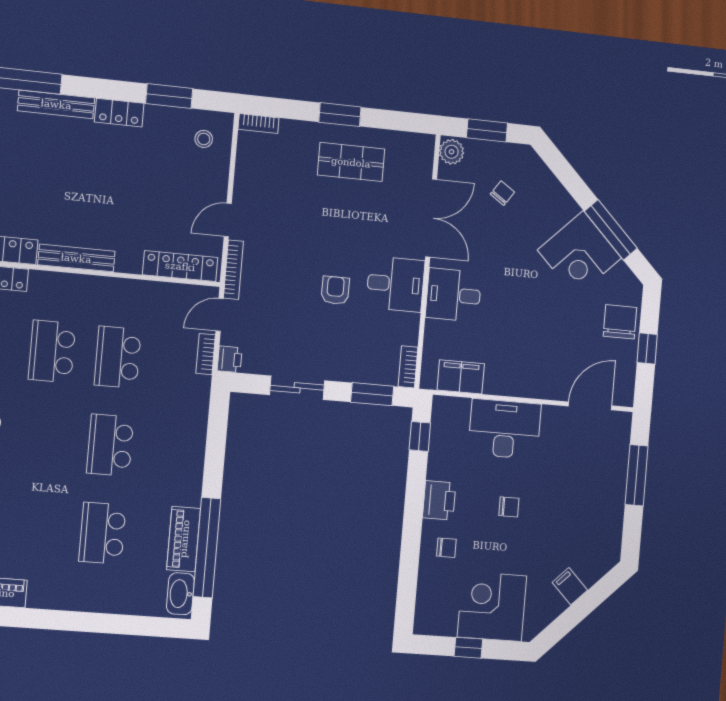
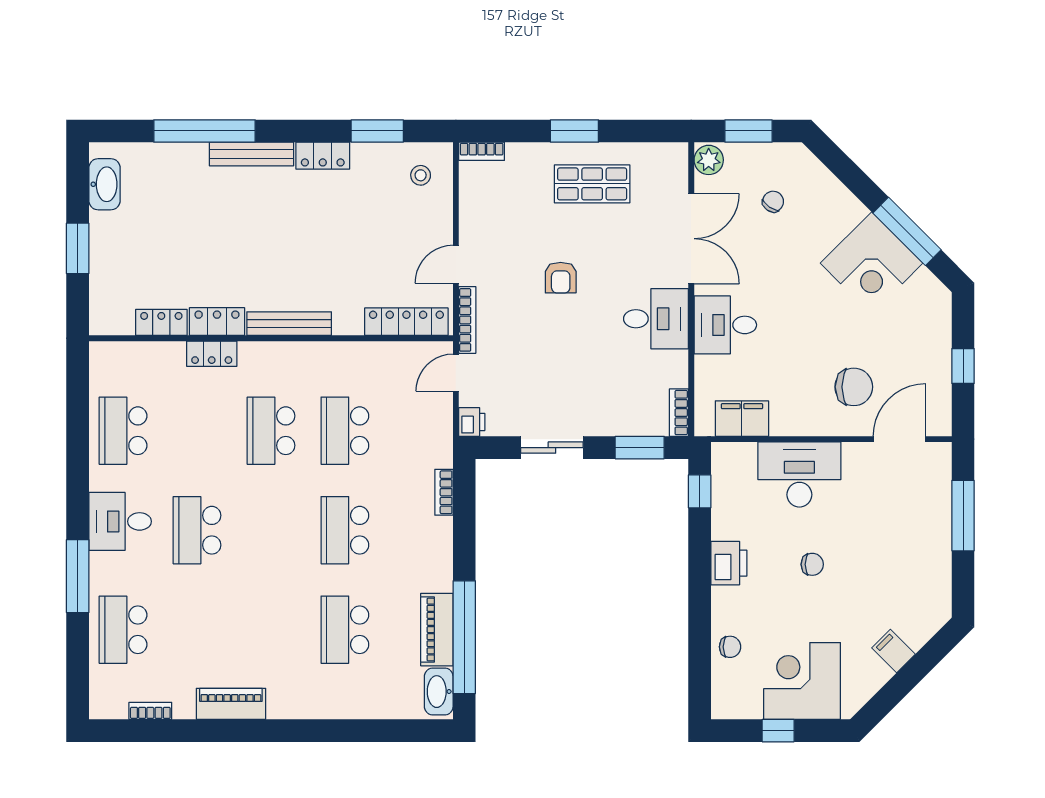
armchair: (335, 290) -> (561, 278), moved, turned 180
chair: (620, 322) -> (854, 387), moved, turned 90
bookcase: (206, 354) -> (444, 492), moved
chair: (446, 548) -> (730, 647), moved

